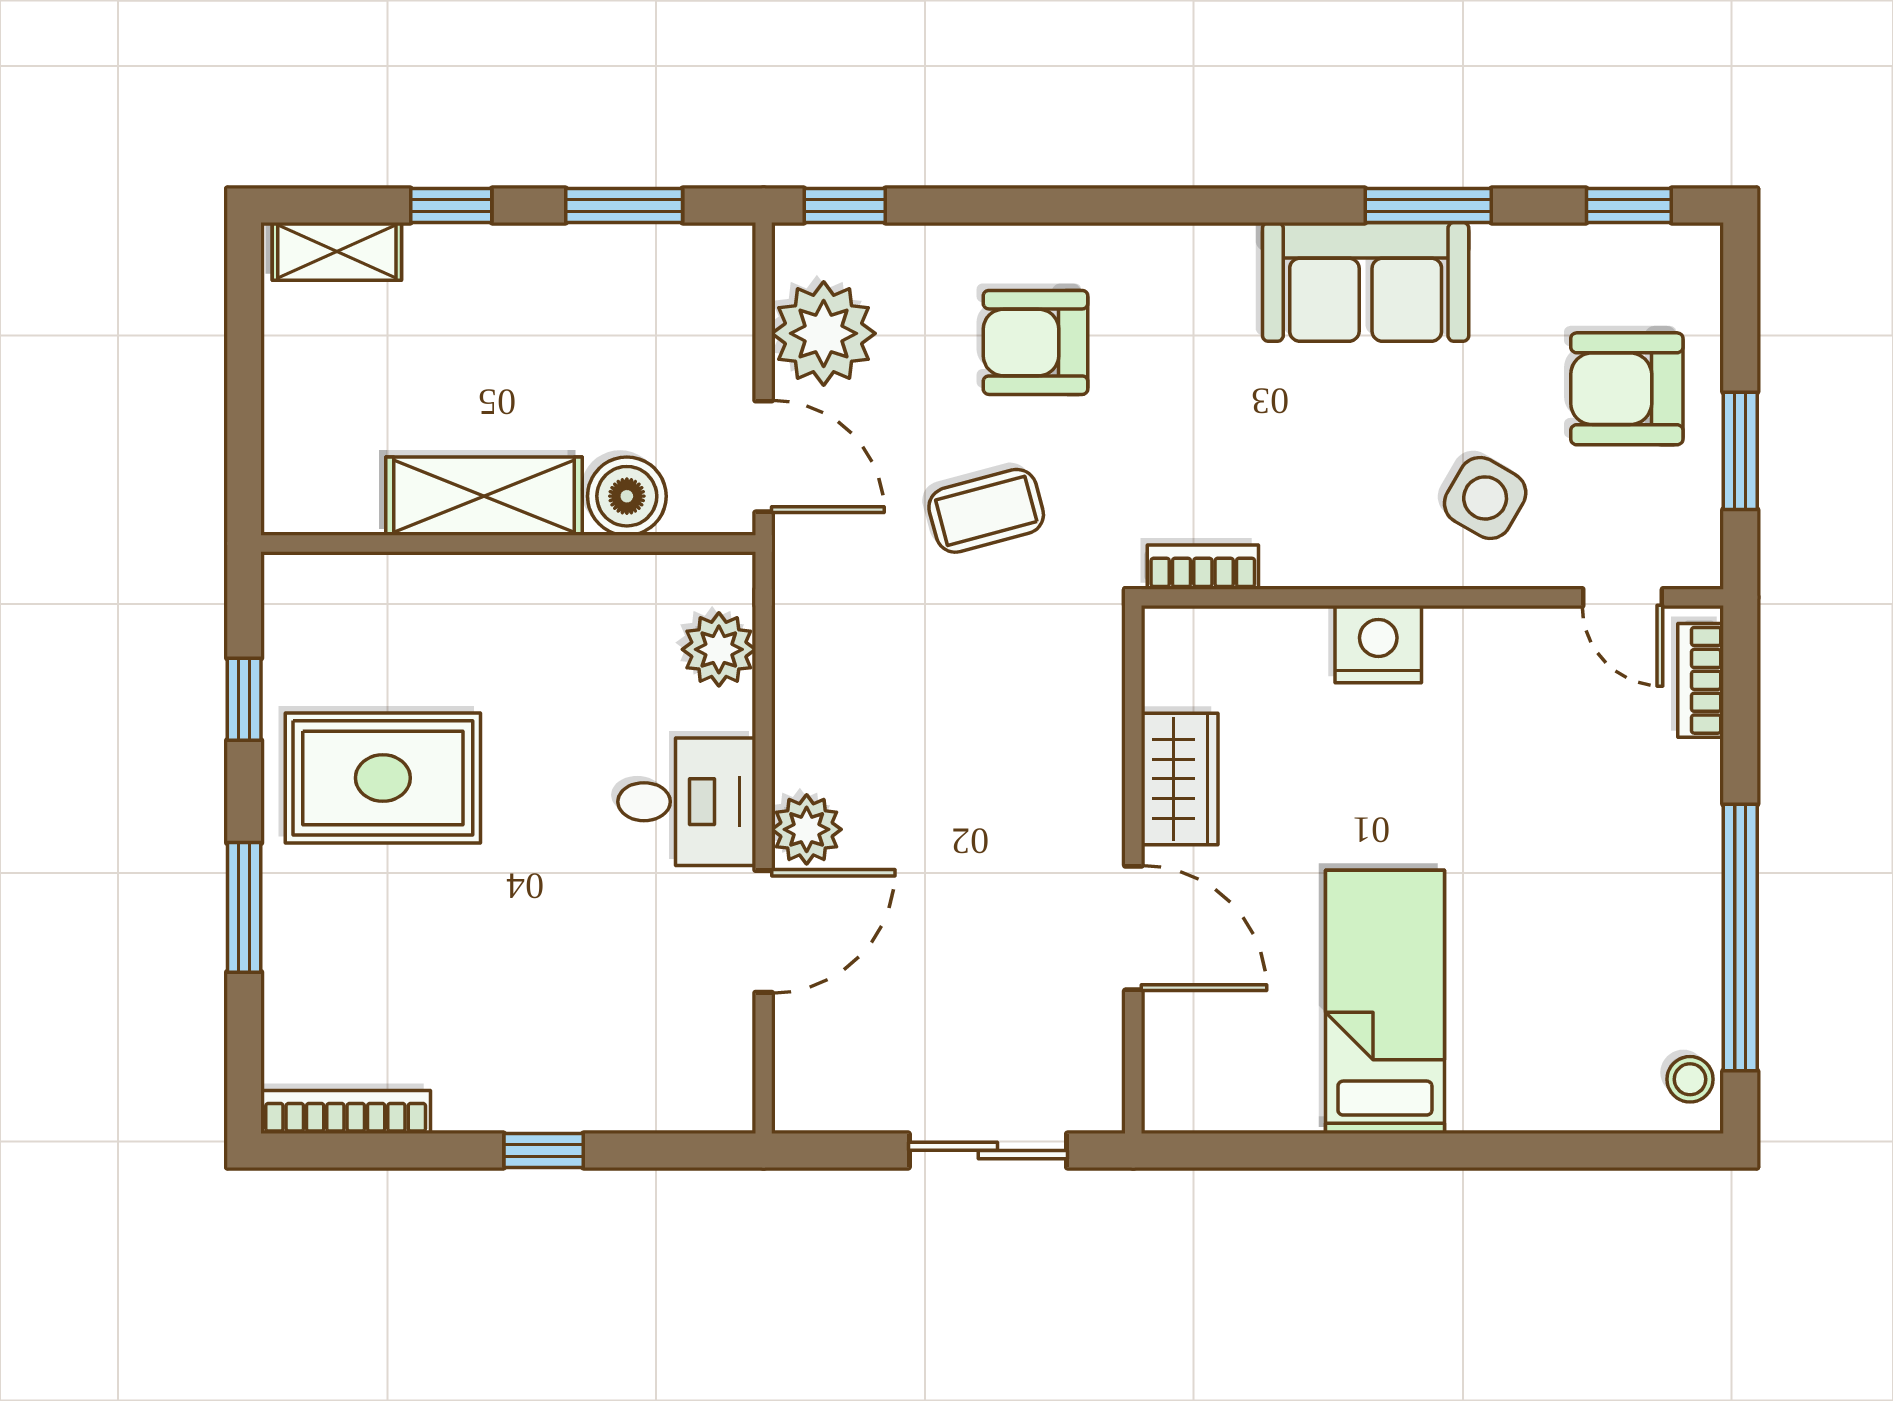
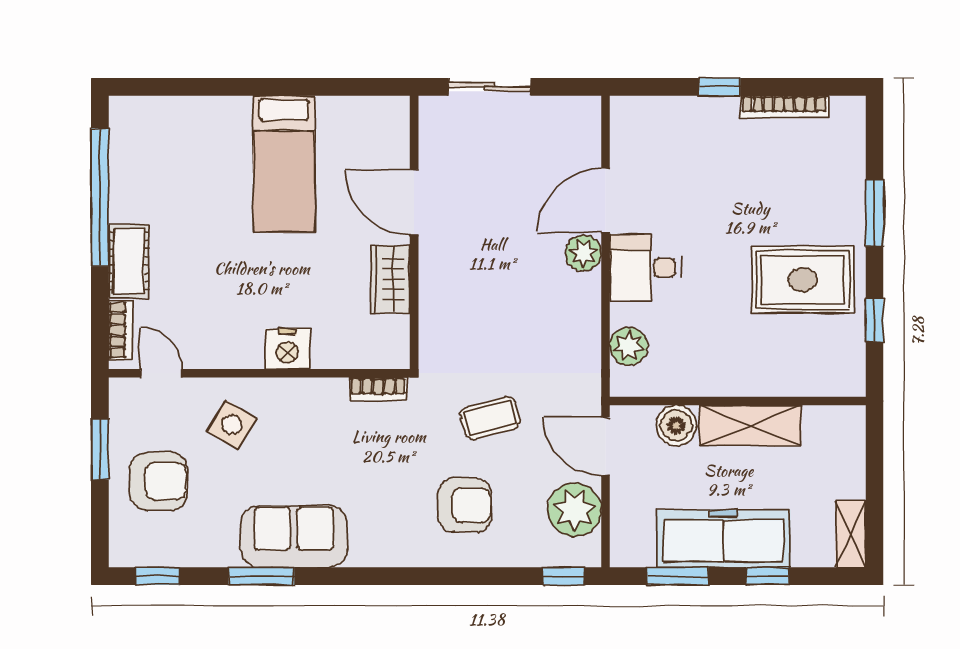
shelving: (337, 251) -> (851, 534), moved, turned 90
freezer: (536, 278) -> (723, 539), added
cot: (1685, 814) -> (129, 261), added
stool: (1690, 1079) -> (126, 124), removed
bookcase: (346, 1112) -> (784, 107), moved

